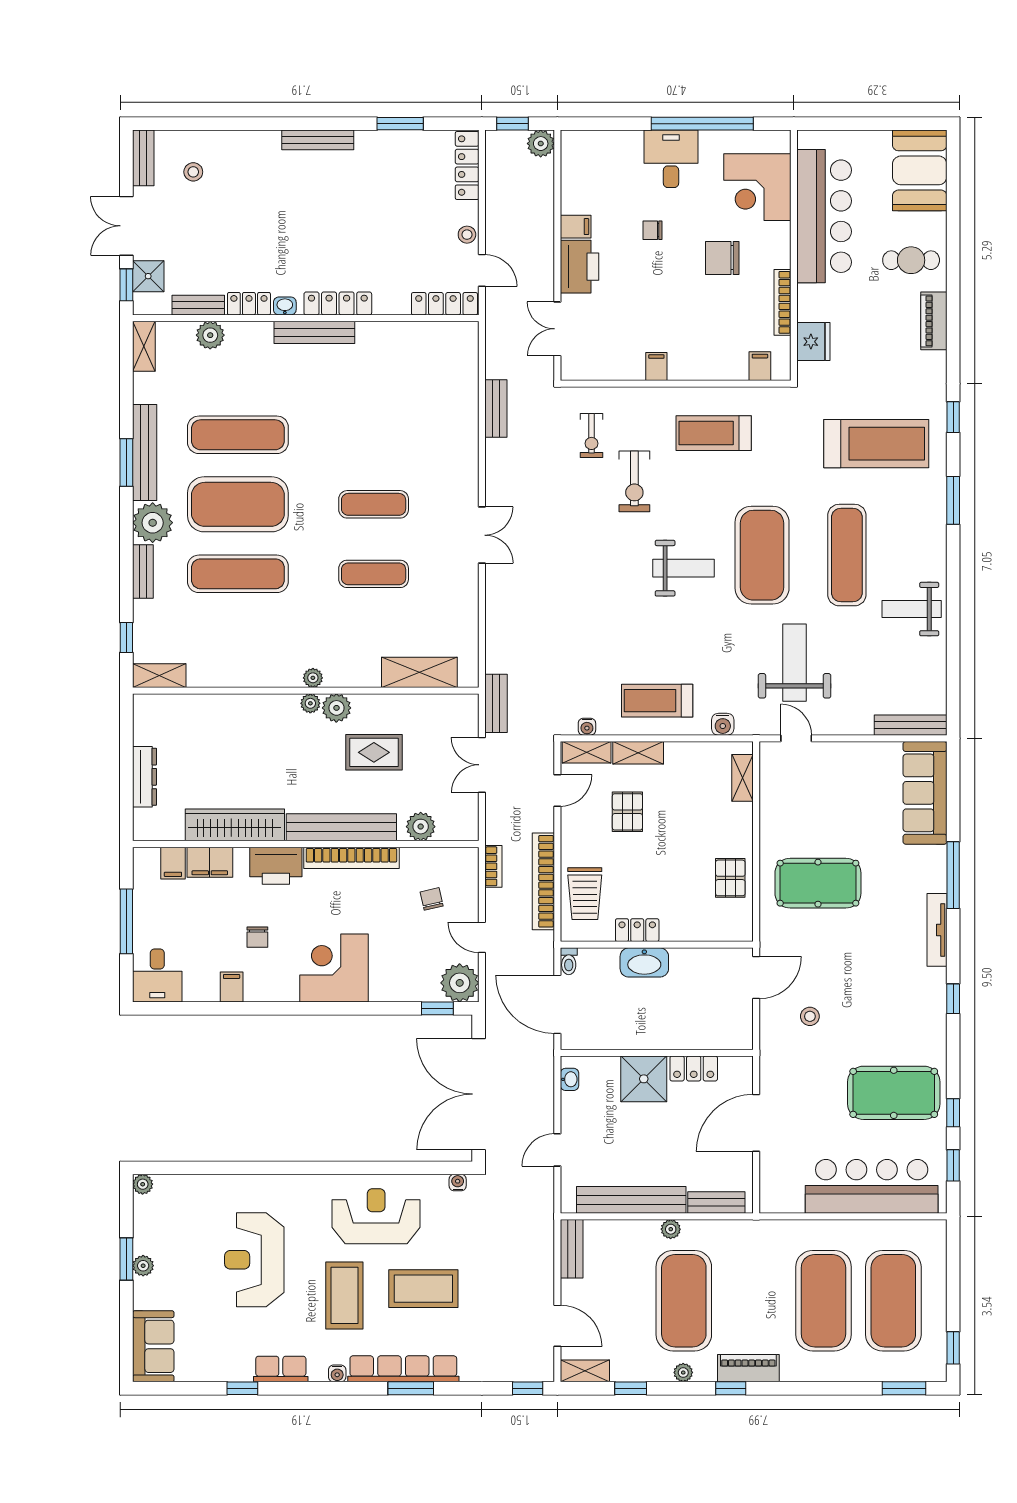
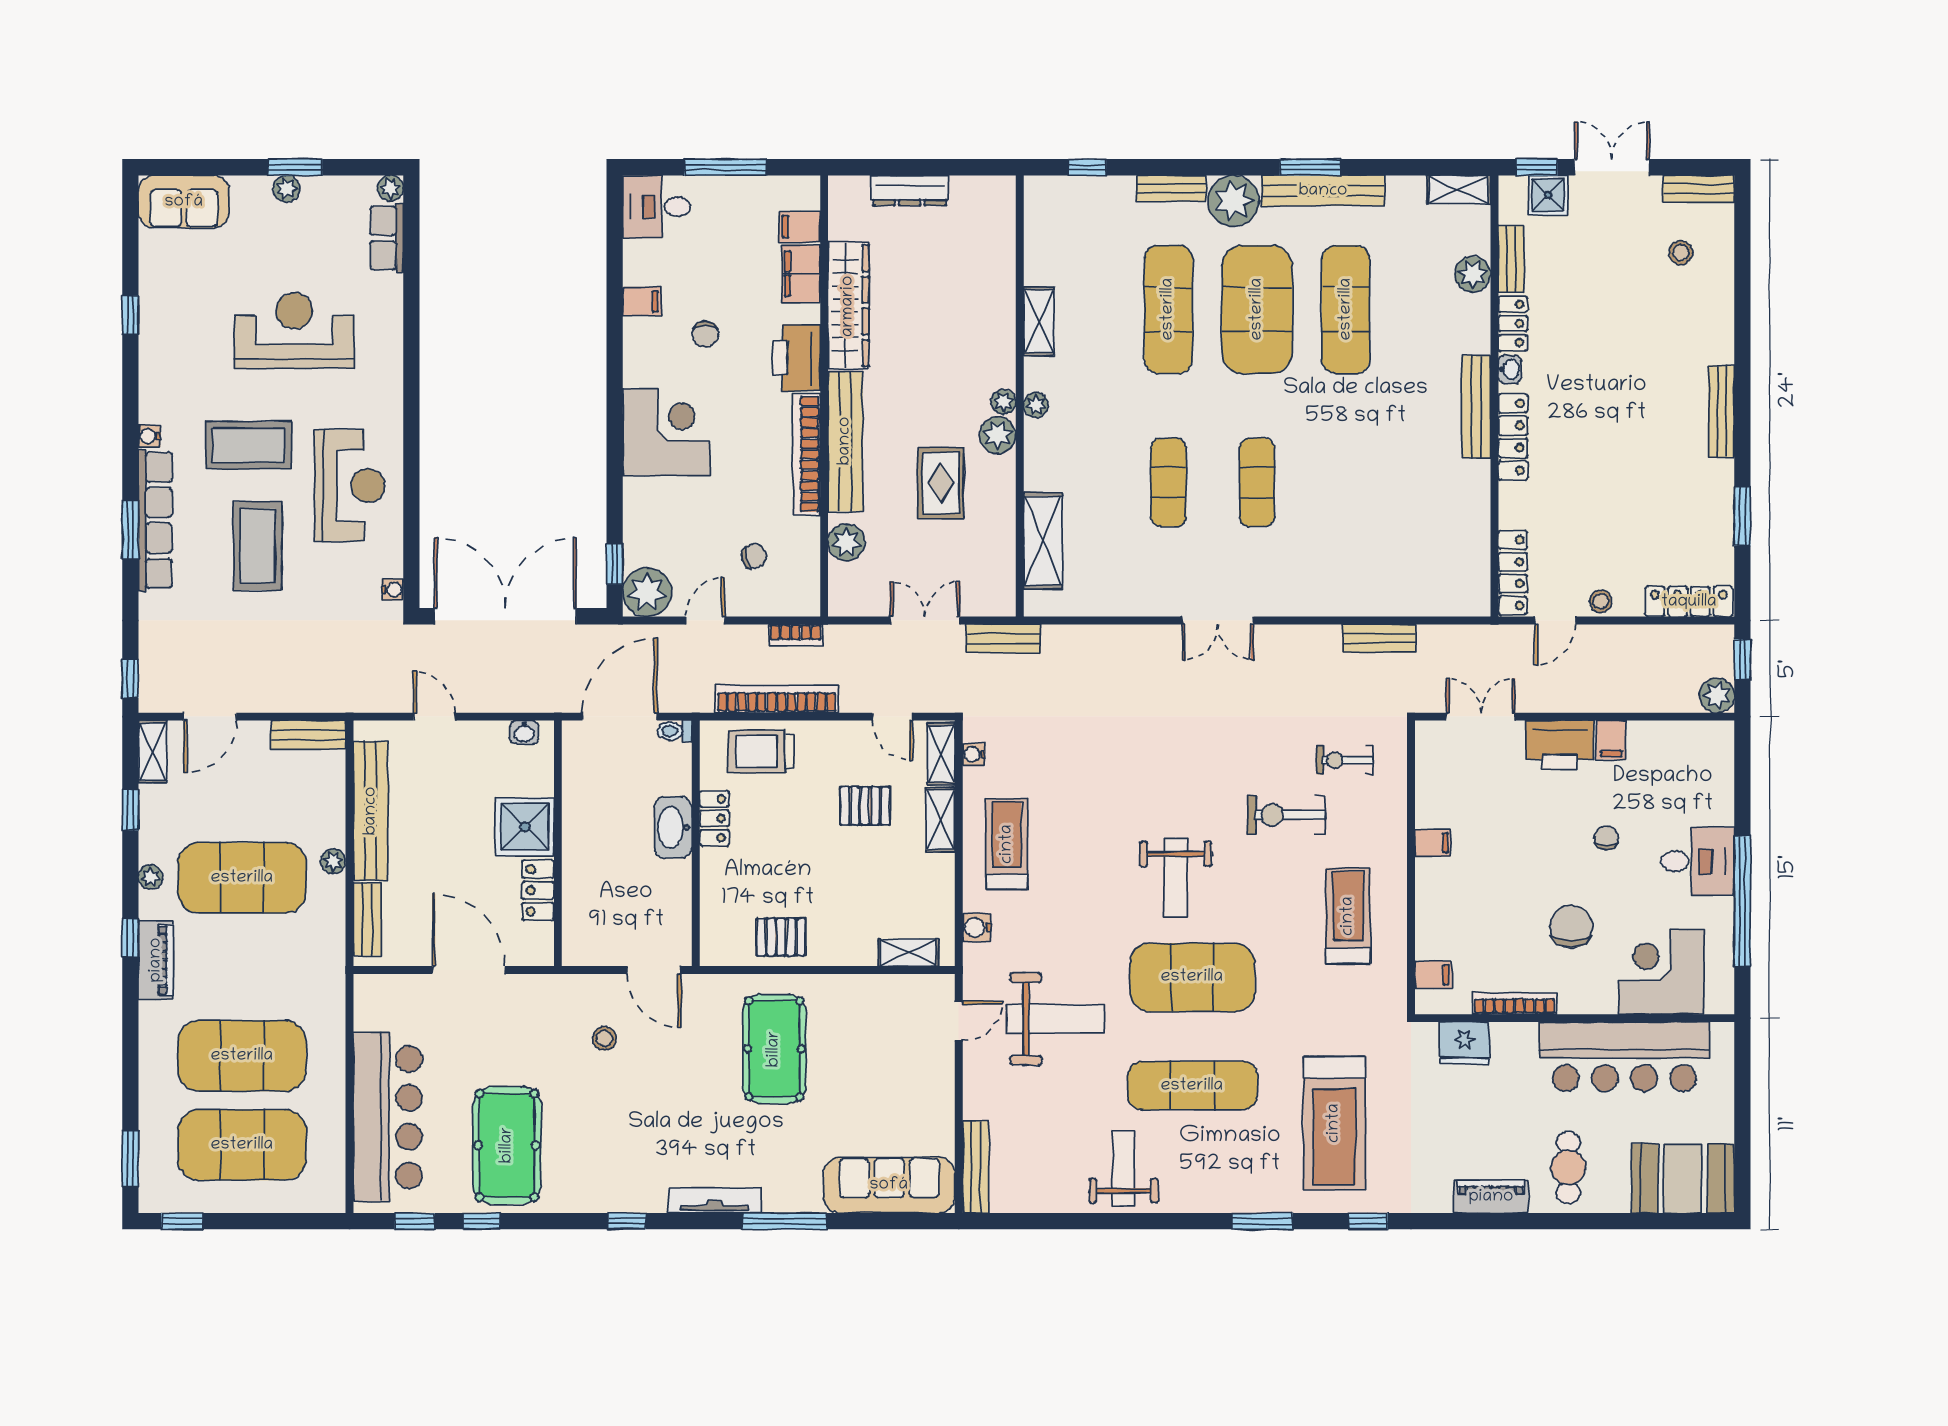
shelving: (159, 676) -> (1039, 321), moved
chair: (257, 937) -> (705, 334), turned -90
row of seats: (281, 1369) -> (387, 238), moved, turned 180

